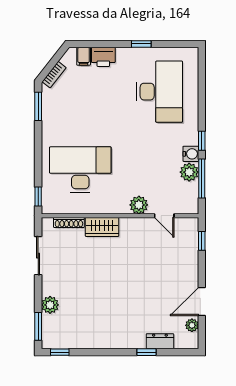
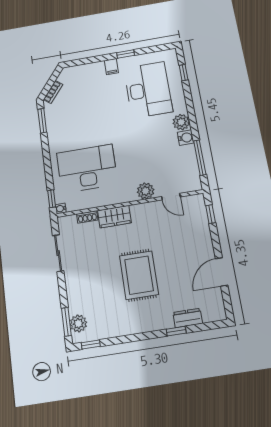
filing cabinet: (84, 56) -> (111, 67), moved
printer: (103, 57) -> (94, 70), removed
window: (202, 141) -> (184, 73), moved
plant: (189, 172) -> (181, 122), moved
water cooler: (47, 209) -> (61, 209), added
shoe rack: (69, 222) -> (87, 217), width x0.70
rug: (118, 291) -> (139, 275), added
plant: (50, 305) -> (78, 323), moved
plant: (192, 325) -> (216, 297), removed

